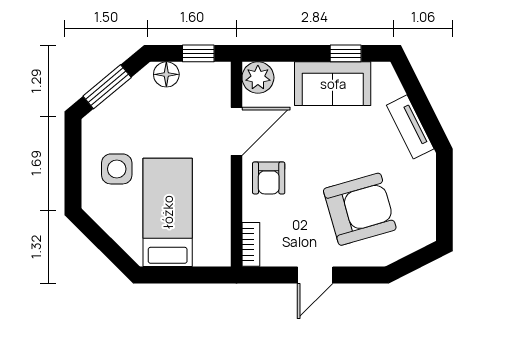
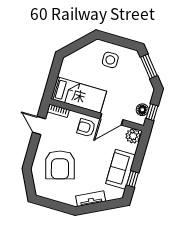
floor lamp: (166, 74) -> (142, 110), moved
door: (237, 131) -> (112, 119), hinge flipped
bed: (168, 212) -> (79, 95), moved
door: (315, 275) -> (39, 126), moved

